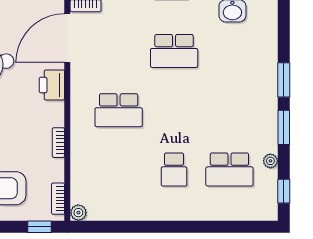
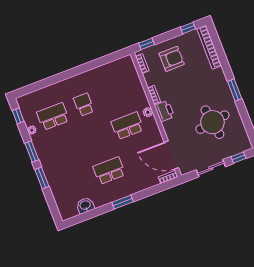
door: (67, 38) -> (171, 155), swing flipped
printer: (52, 85) -> (164, 111), moved
plant: (78, 213) -> (148, 112), moved

